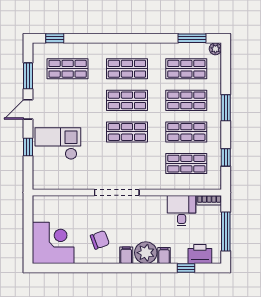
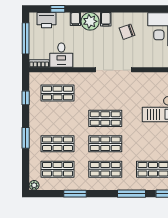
window: (94, 38) -> (131, 194), added
window: (192, 38) -> (75, 194), moved
shop shelf: (186, 132) -> (57, 118), removed

